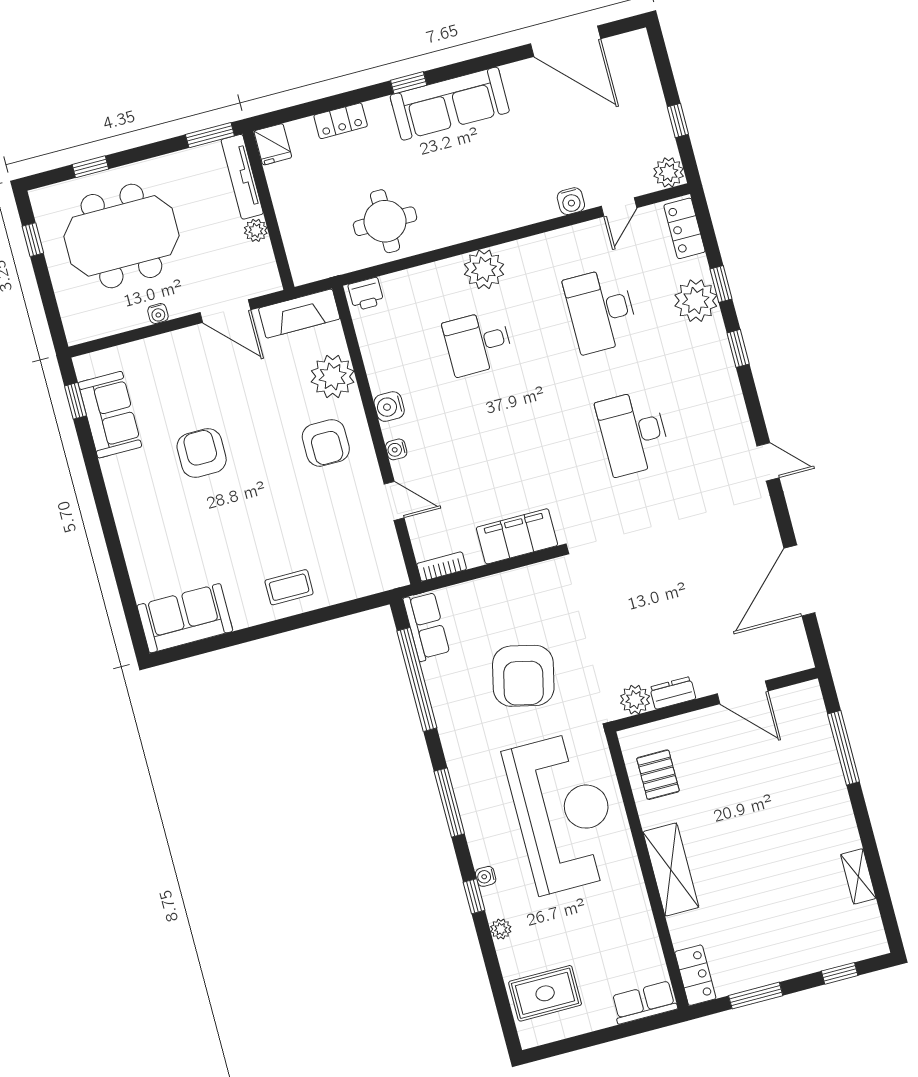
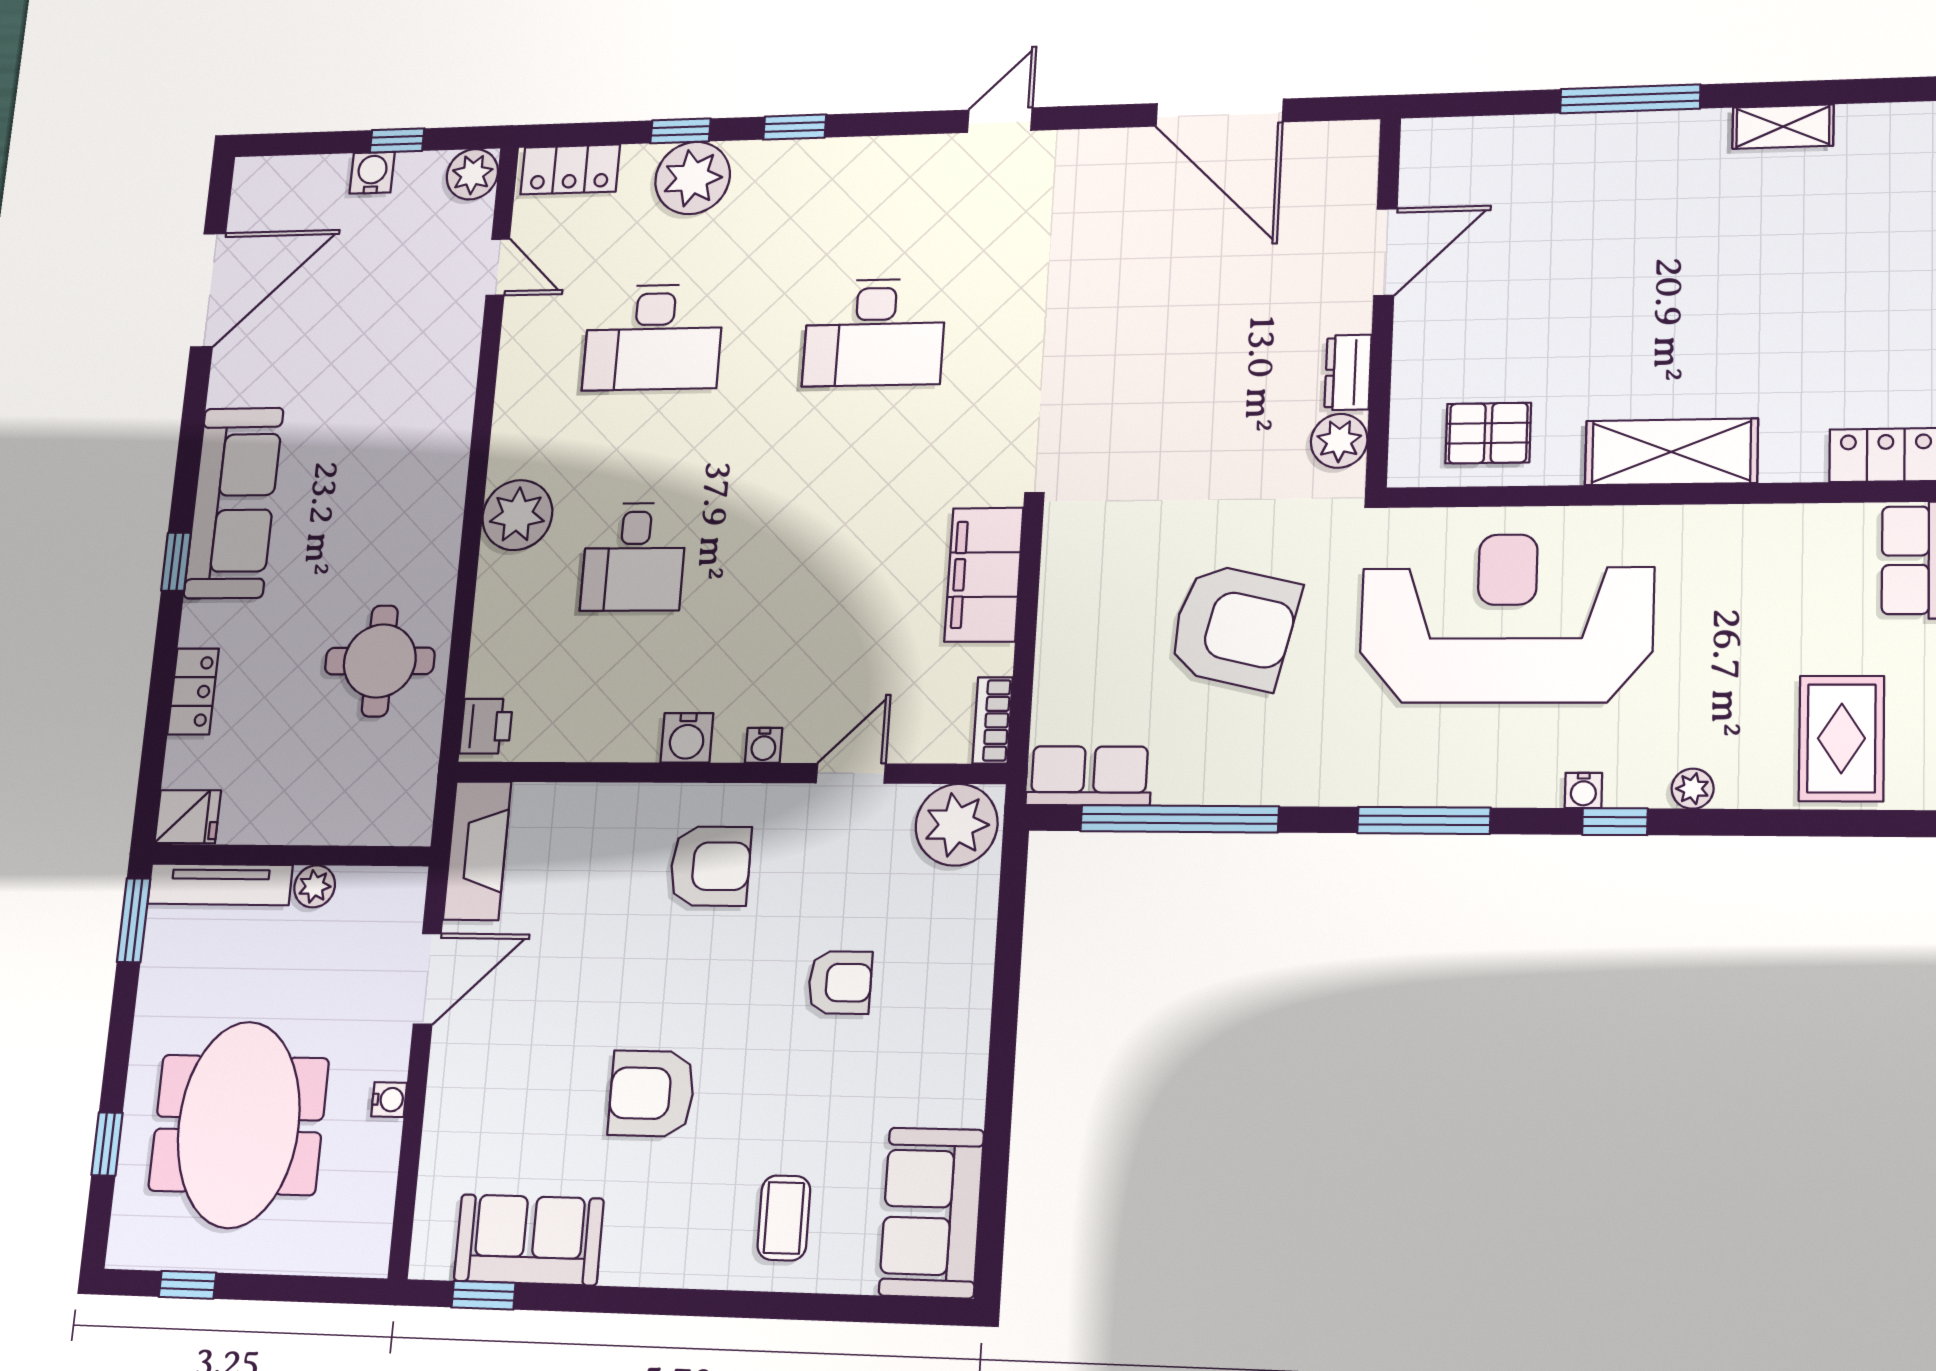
water cooler: (571, 201) -> (372, 173), moved, turned -90
plant: (333, 377) -> (957, 825), moved
armchair: (285, 532) -> (840, 983), added
coffee table: (289, 587) -> (784, 1218), moved
window: (844, 748) -> (1630, 99), moved

